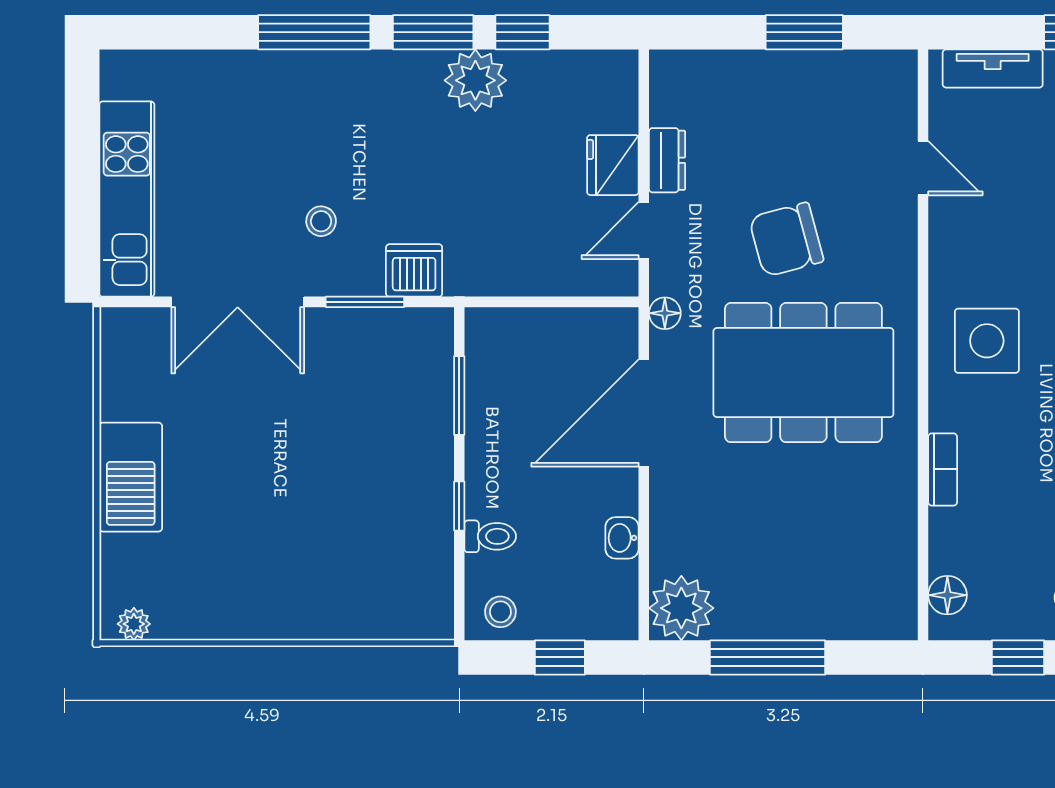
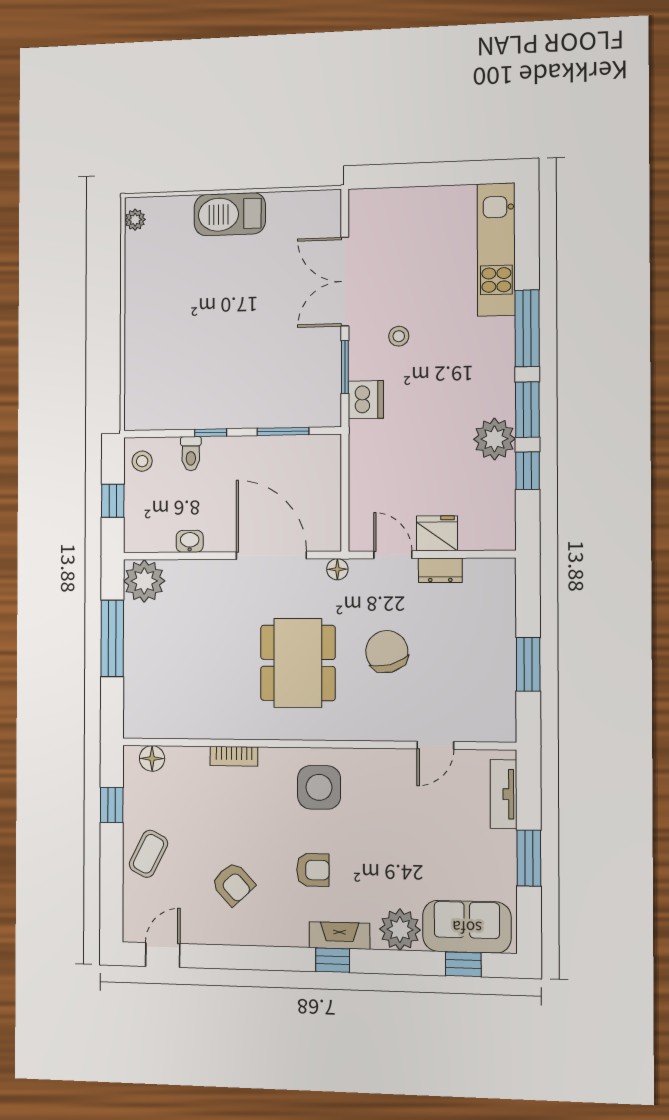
kitchen unit: (127, 199) -> (496, 249), moved, turned 90
dining table: (803, 373) -> (298, 663), width x0.73, depth x0.80

